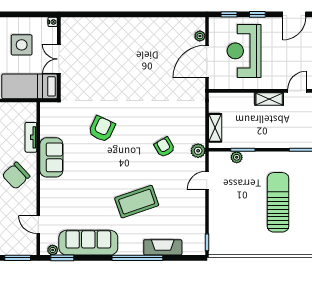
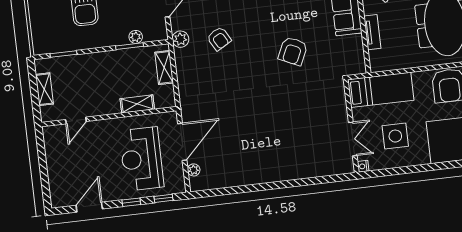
reception desk: (244, 51) -> (142, 159), turned 180
double door: (59, 59) -> (353, 139), moved
shelving: (269, 99) -> (137, 104), moved

